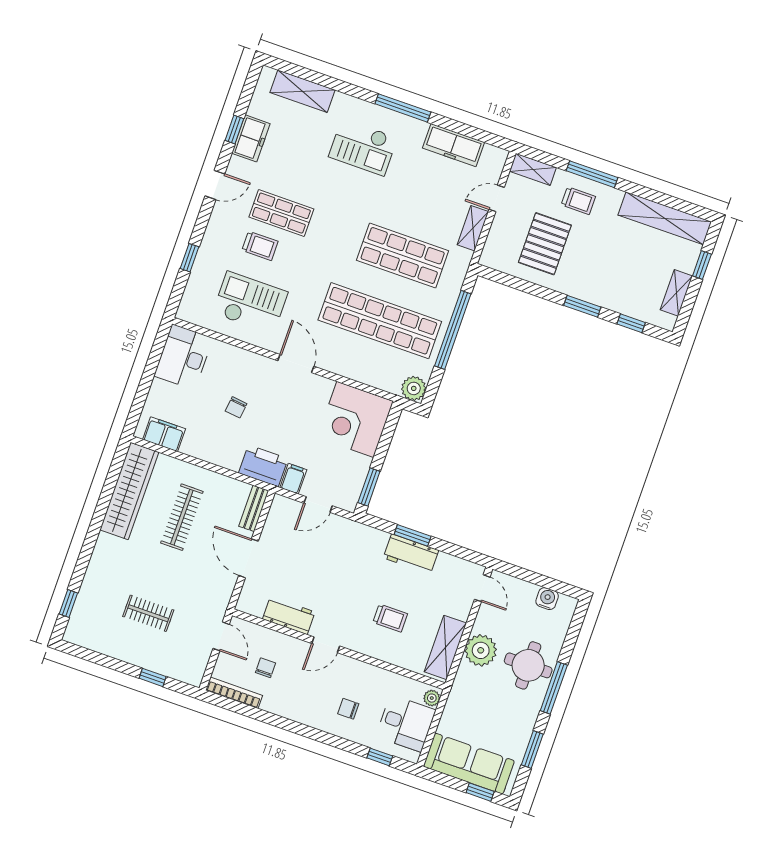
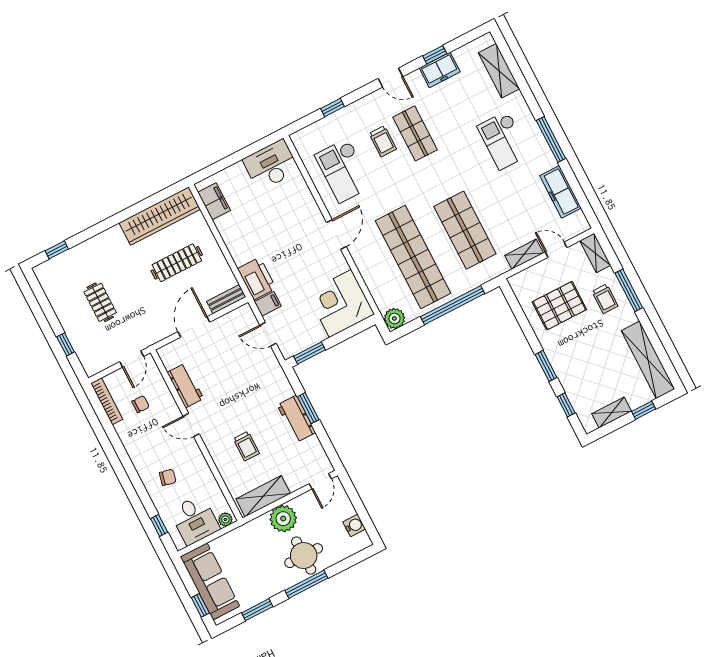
checkout: (250, 303) -> (344, 171), turned 180
chair: (236, 407) -> (274, 227), removed
chair: (348, 709) -> (168, 477), turned 103

